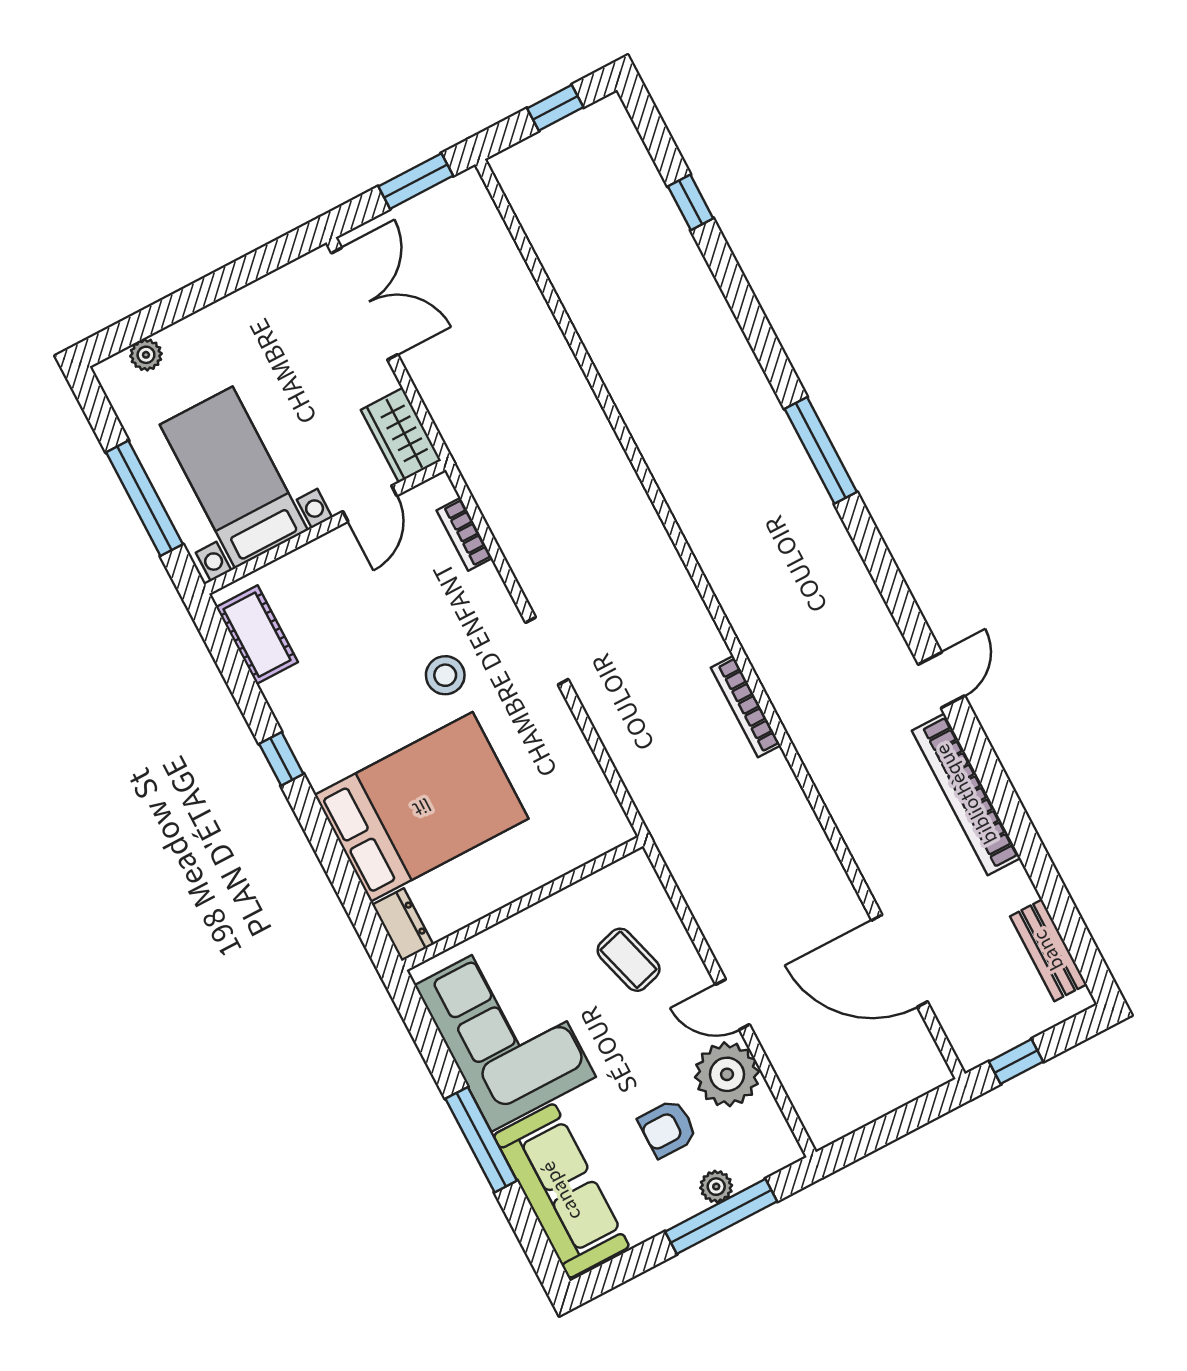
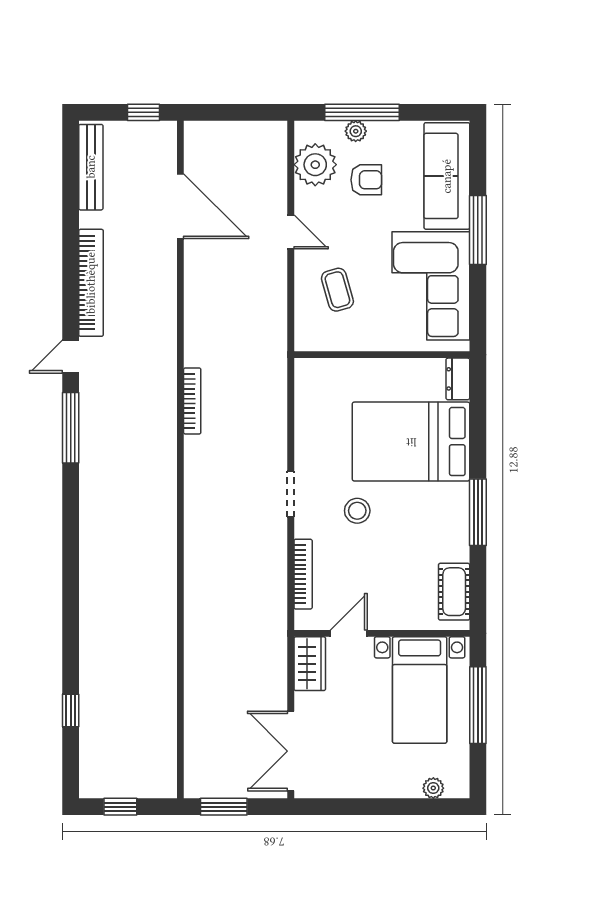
window: (821, 450) -> (71, 428), moved
bookcase: (464, 534) -> (303, 574), width x1.56
window: (281, 759) -> (478, 512), width x2.17
bench: (1048, 950) -> (91, 167), width x1.36
plant: (727, 1074) -> (315, 165), moved

